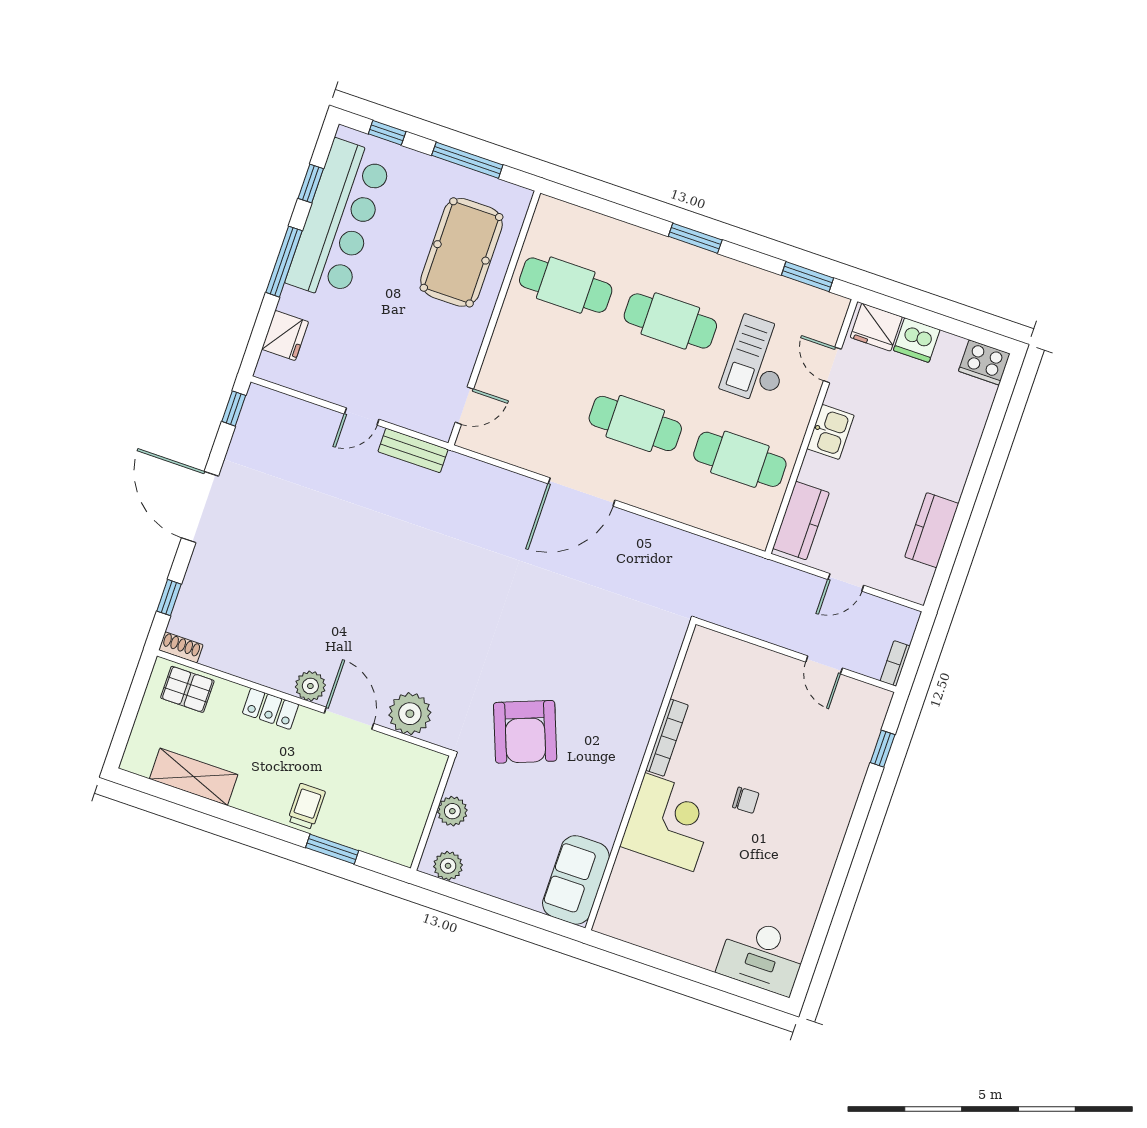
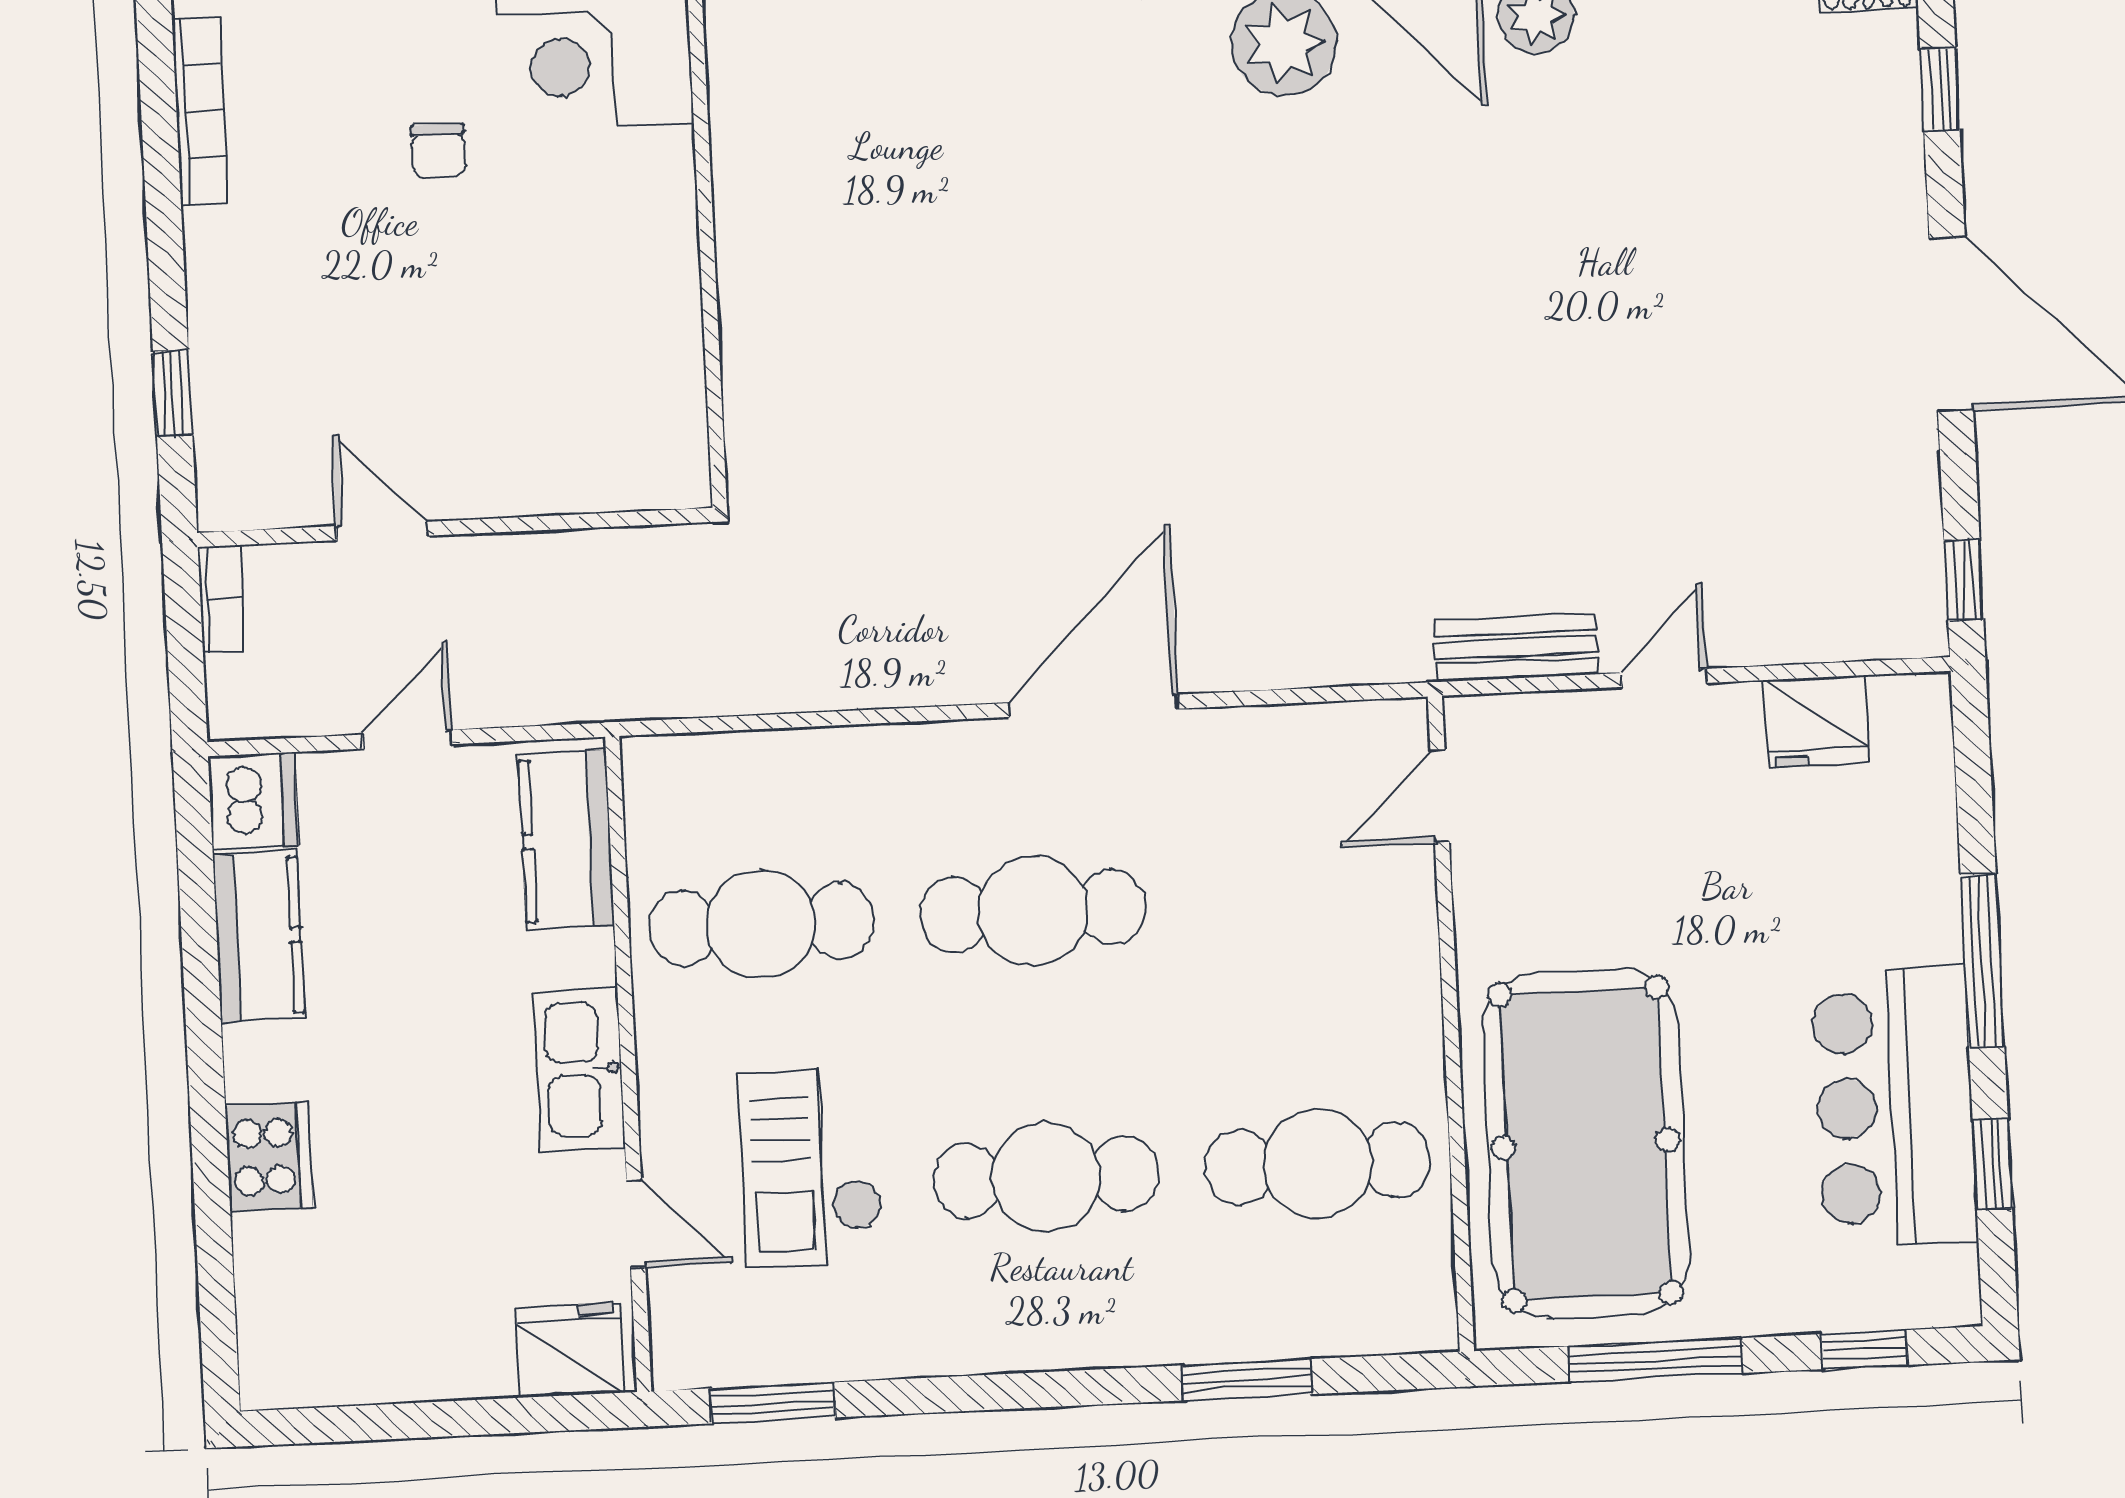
bar counter: (339, 220) -> (1895, 1106), width x0.73
window: (695, 238) -> (1247, 1380), moved
pool table: (461, 252) -> (1585, 1144), width x1.36, depth x1.32
fridge: (285, 335) -> (1816, 721), moved, turned -90
dishwasher: (917, 340) -> (253, 801), moved, turned 90
checkout: (758, 360) -> (811, 1167), turned 180
cooker: (984, 362) -> (269, 1157), moved, turned 90
kitchen sink: (830, 432) -> (579, 1069), width x1.38
armchair: (525, 732) -> (1004, 106), removed
bookcase: (667, 738) -> (200, 111), moved, turned 180
chair: (746, 800) -> (438, 151), turned -88

